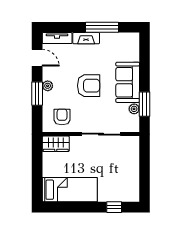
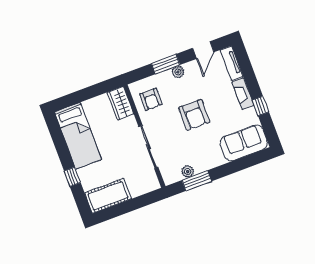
window: (102, 27) -> (261, 106), width x0.46
sofa: (128, 82) -> (244, 143), moved
armchair: (62, 117) -> (151, 99), turned 90
cot: (129, 183) -> (108, 196), added
window: (114, 207) -> (72, 177), moved

